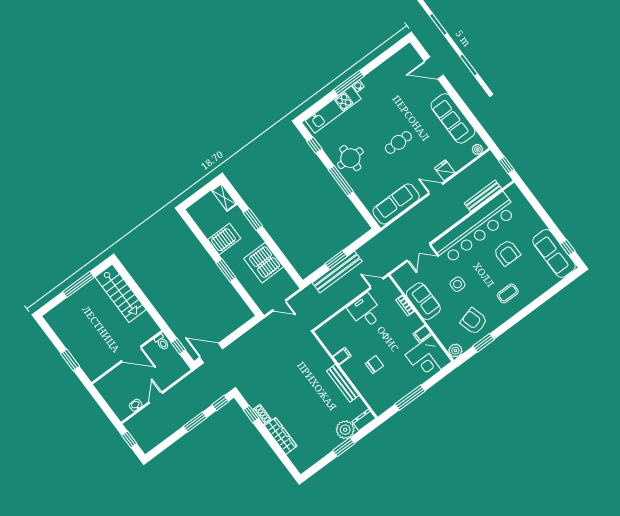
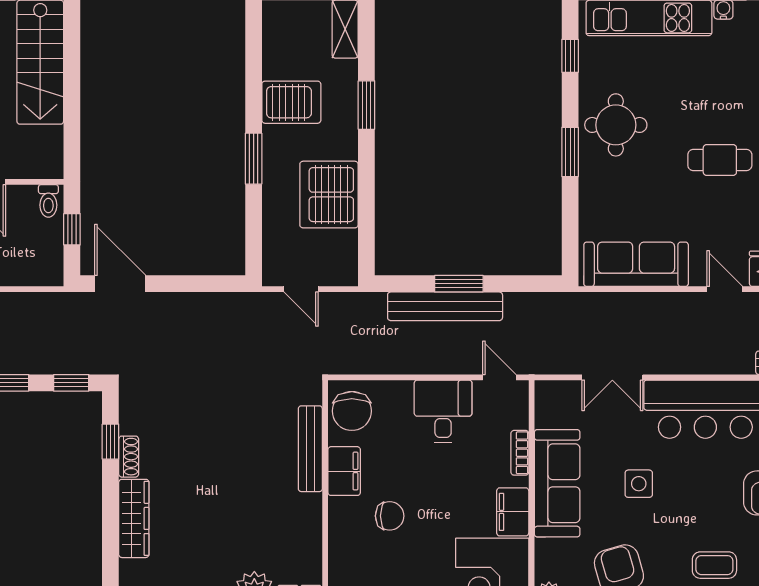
window: (341, 181) -> (570, 152), width x0.69
sofa: (423, 301) -> (557, 483), width x1.36
filing cabinet: (422, 334) -> (513, 512), width x2.00
chair: (332, 336) -> (352, 411), added
filing cabinet: (342, 356) -> (344, 471), width x2.00
bench: (343, 383) -> (310, 449), moved

